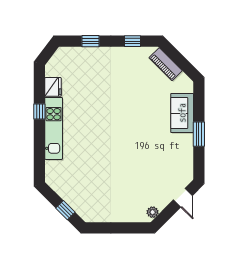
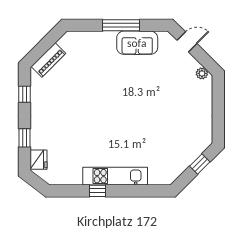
fridge: (53, 87) -> (39, 160), moved, turned 90
sofa: (182, 113) -> (137, 43), moved
window: (199, 134) -> (121, 25), width x1.44

